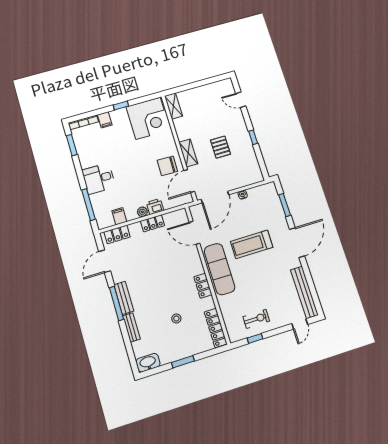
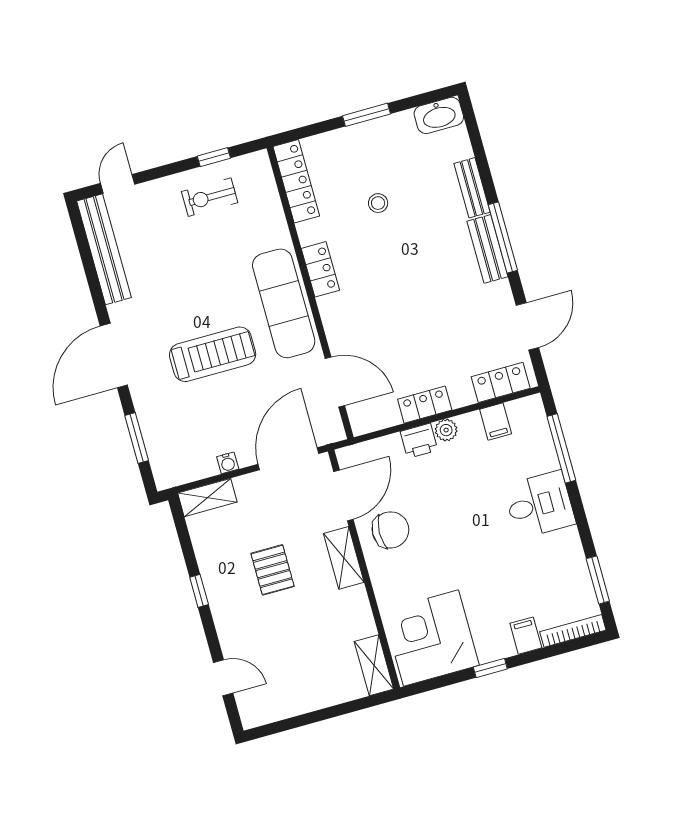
shelving: (251, 179) -> (207, 498), added

